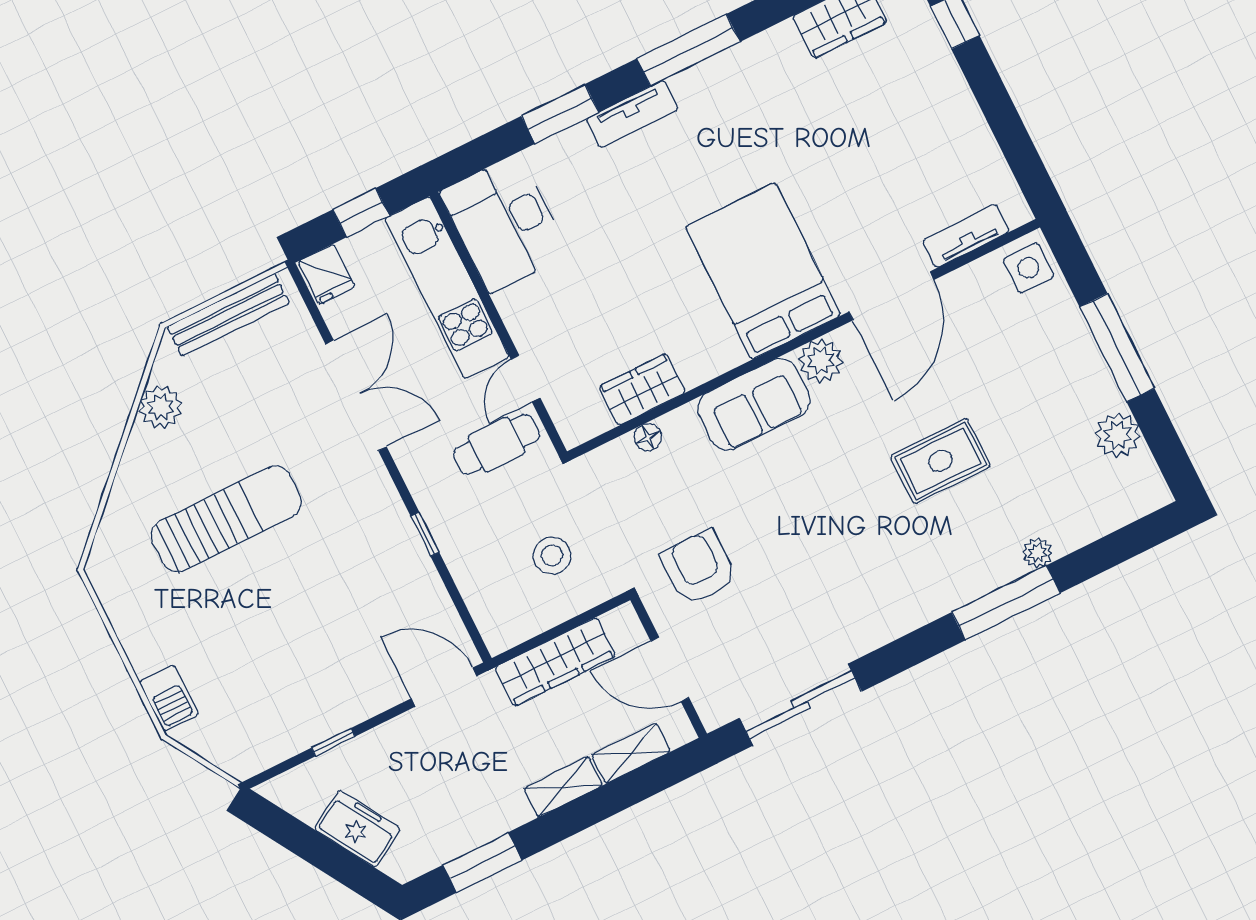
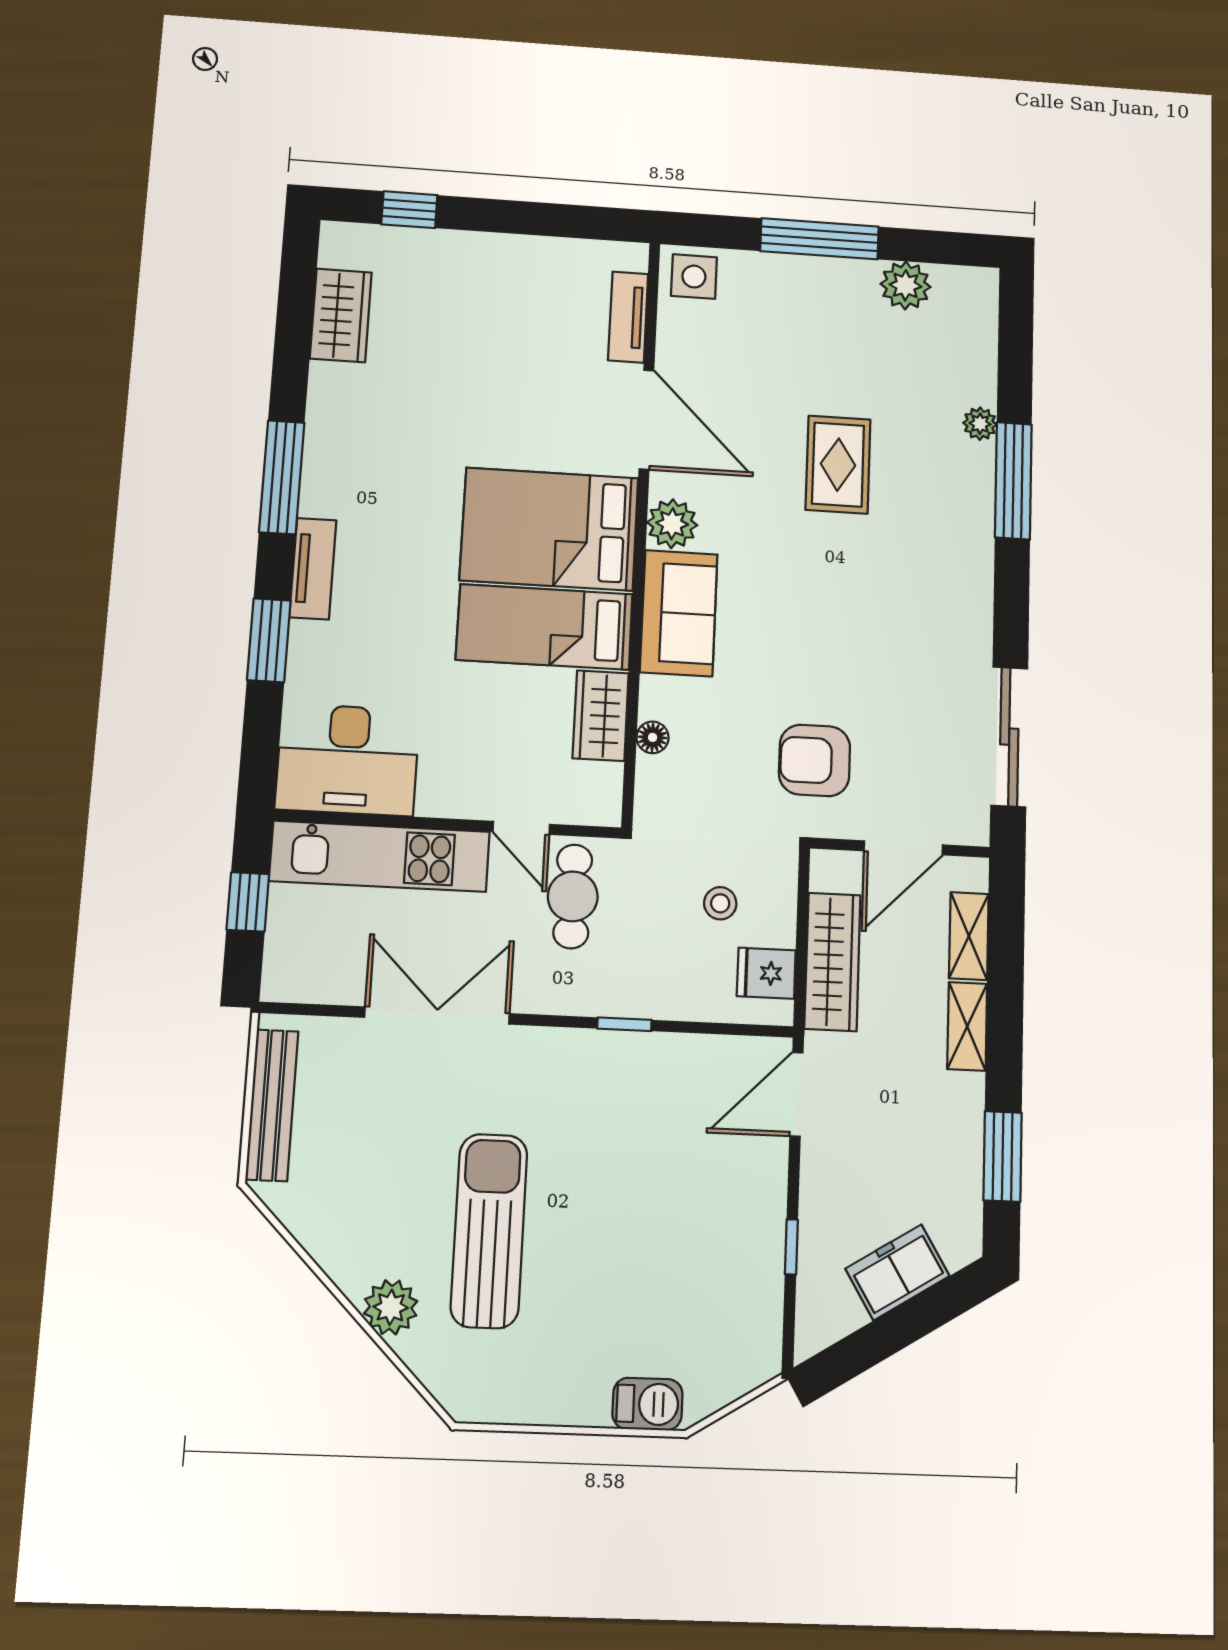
fridge: (326, 274) -> (766, 973), moved, turned 180
bed: (686, 310) -> (545, 627), added
plant: (161, 407) -> (391, 1307), moved
stool: (552, 555) -> (720, 903), width x0.73, depth x0.73

